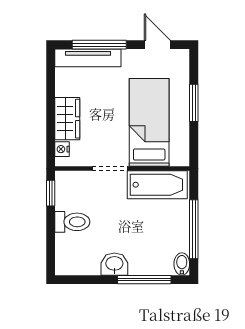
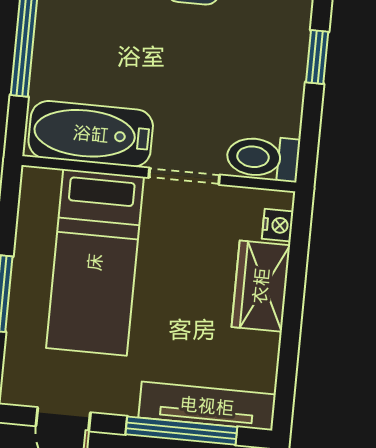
window: (51, 193) -> (317, 57), moved
toilet: (72, 222) -> (263, 158), moved

